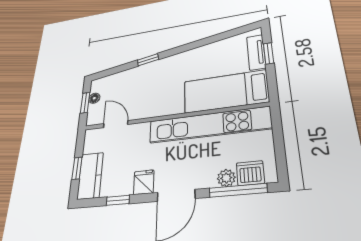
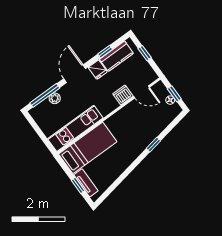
kitchen unit: (209, 125) -> (75, 128), width x0.73
dishwasher: (250, 173) -> (123, 95), moved, turned 180
kitchen counter: (90, 176) -> (116, 56), moved, turned -90

